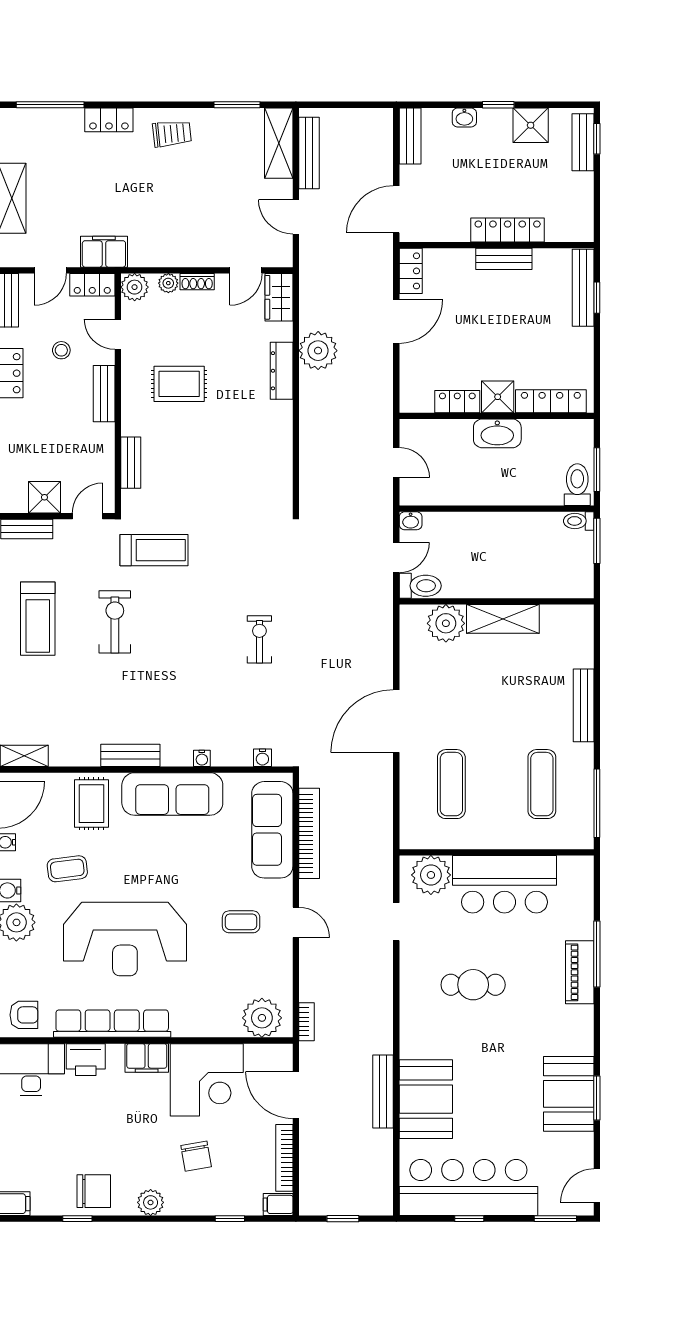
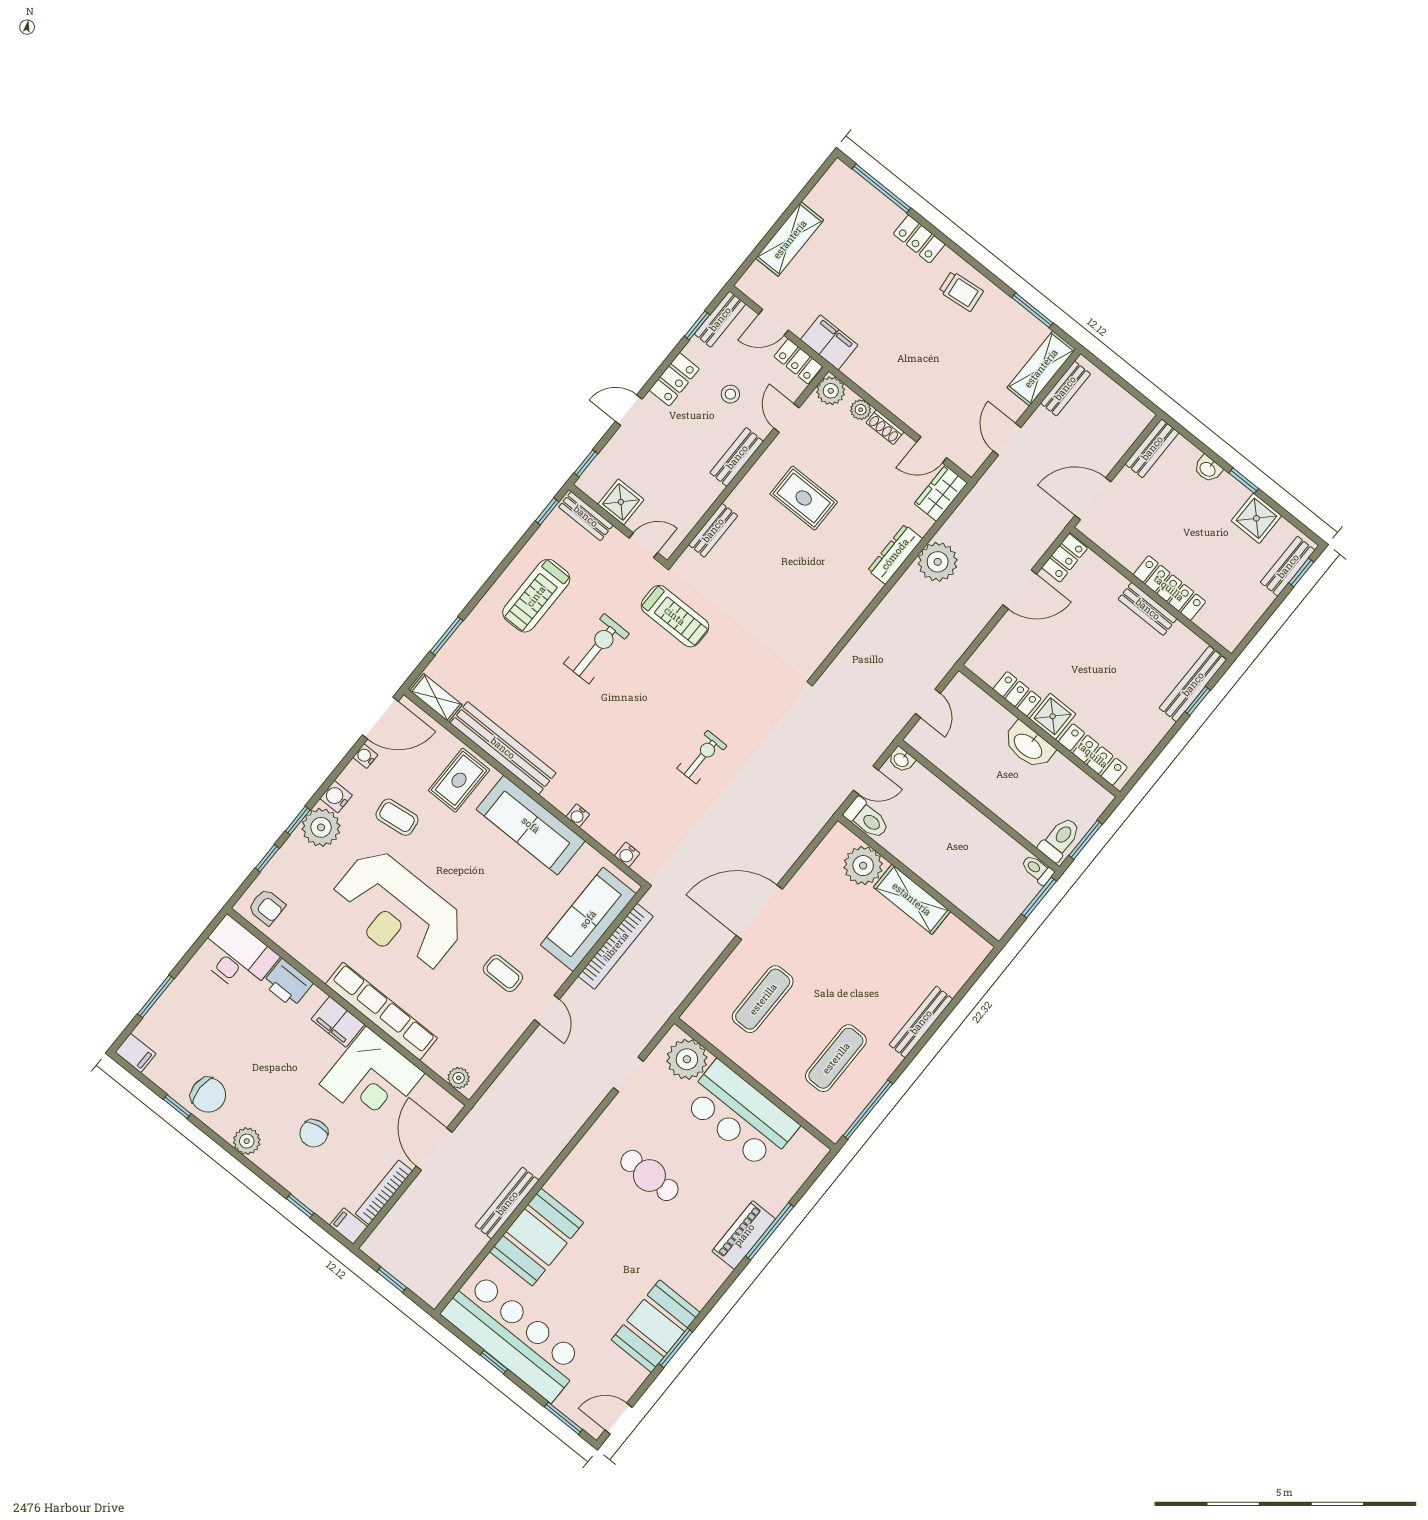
bench: (309, 153) -> (1065, 388), width x0.73
bench: (130, 755) -> (503, 748), width x1.86, depth x1.21
plant: (262, 1018) -> (459, 1078), width x0.53, depth x0.53
bookcase: (307, 1022) -> (491, 1097), removed
row of seats: (112, 1024) -> (381, 1011), moved

